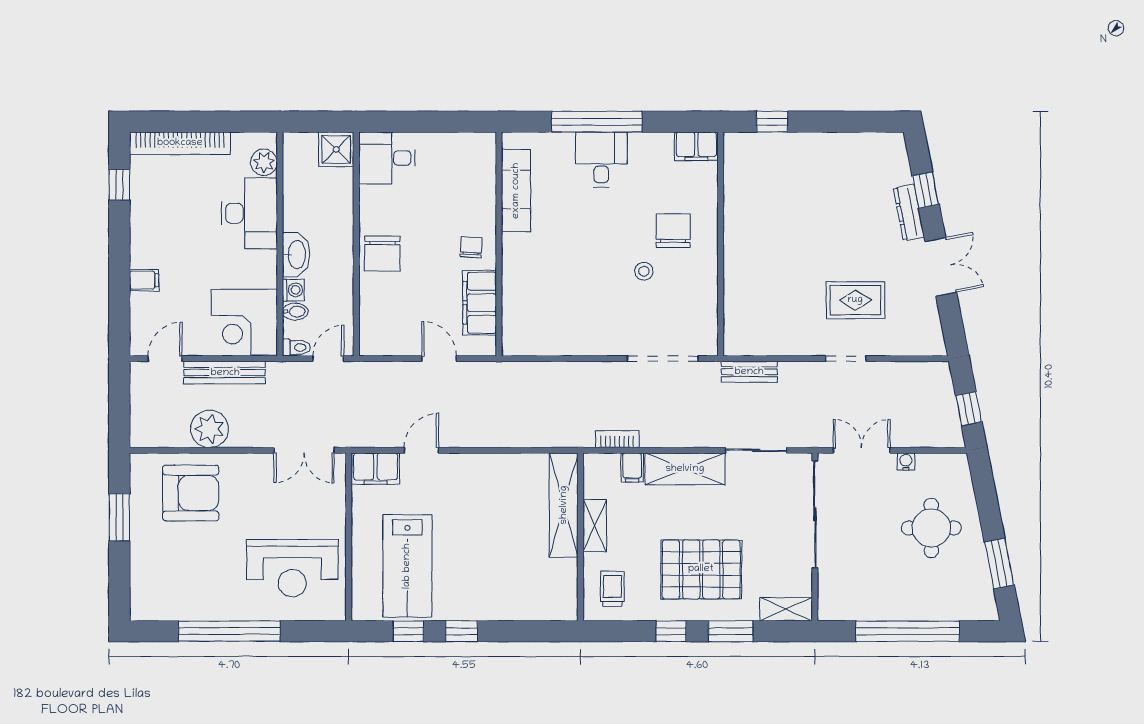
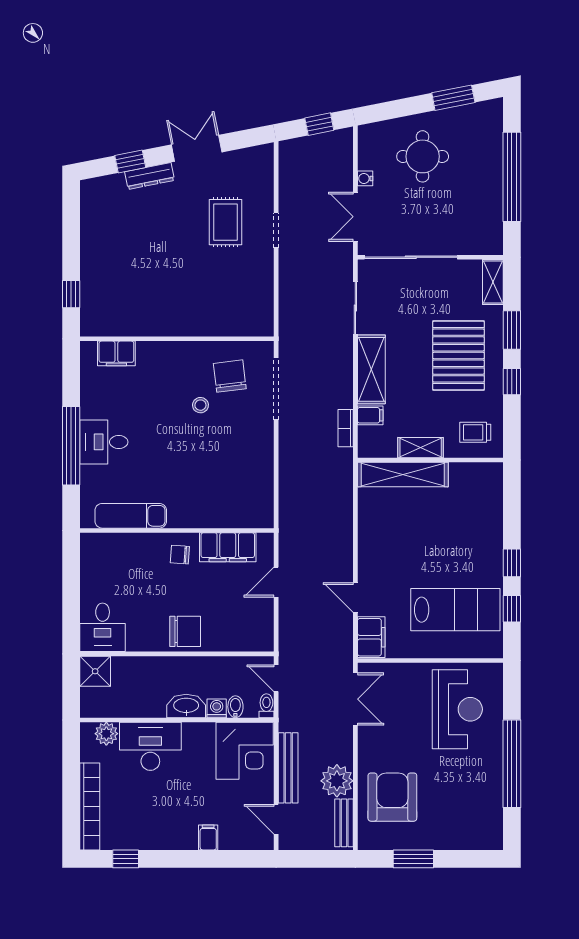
filing cabinet: (696, 146) -> (116, 353), moved, turned 90
chair: (673, 231) -> (230, 376), moved, turned 83
bench: (749, 372) -> (344, 823), moved

